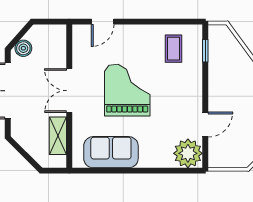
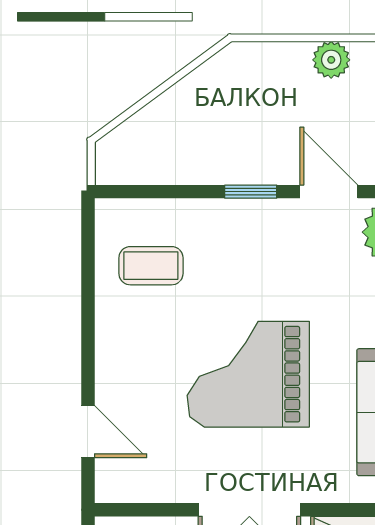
window: (205, 51) -> (251, 192), moved

